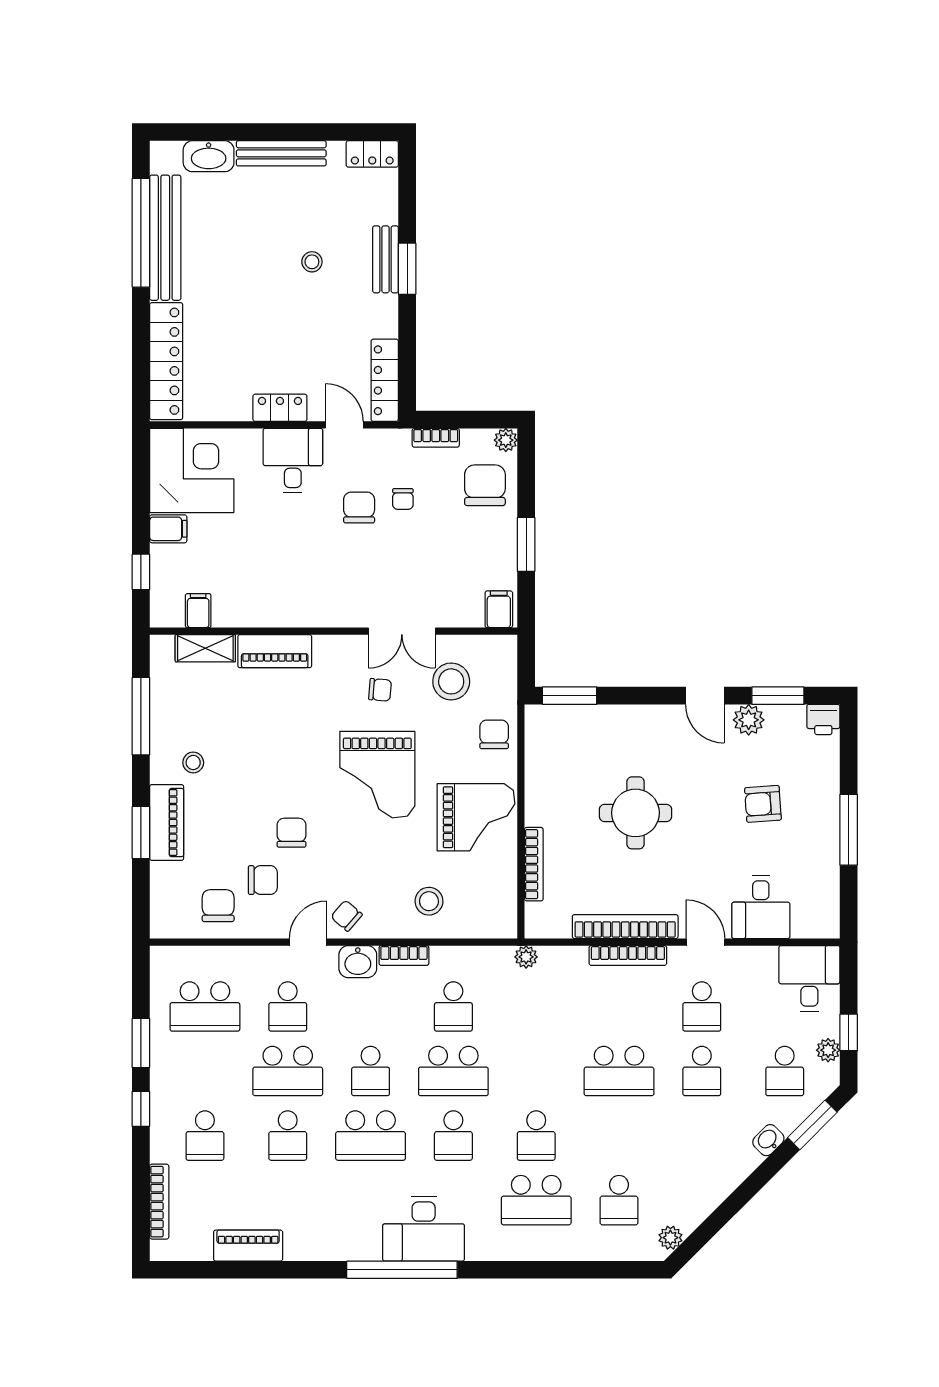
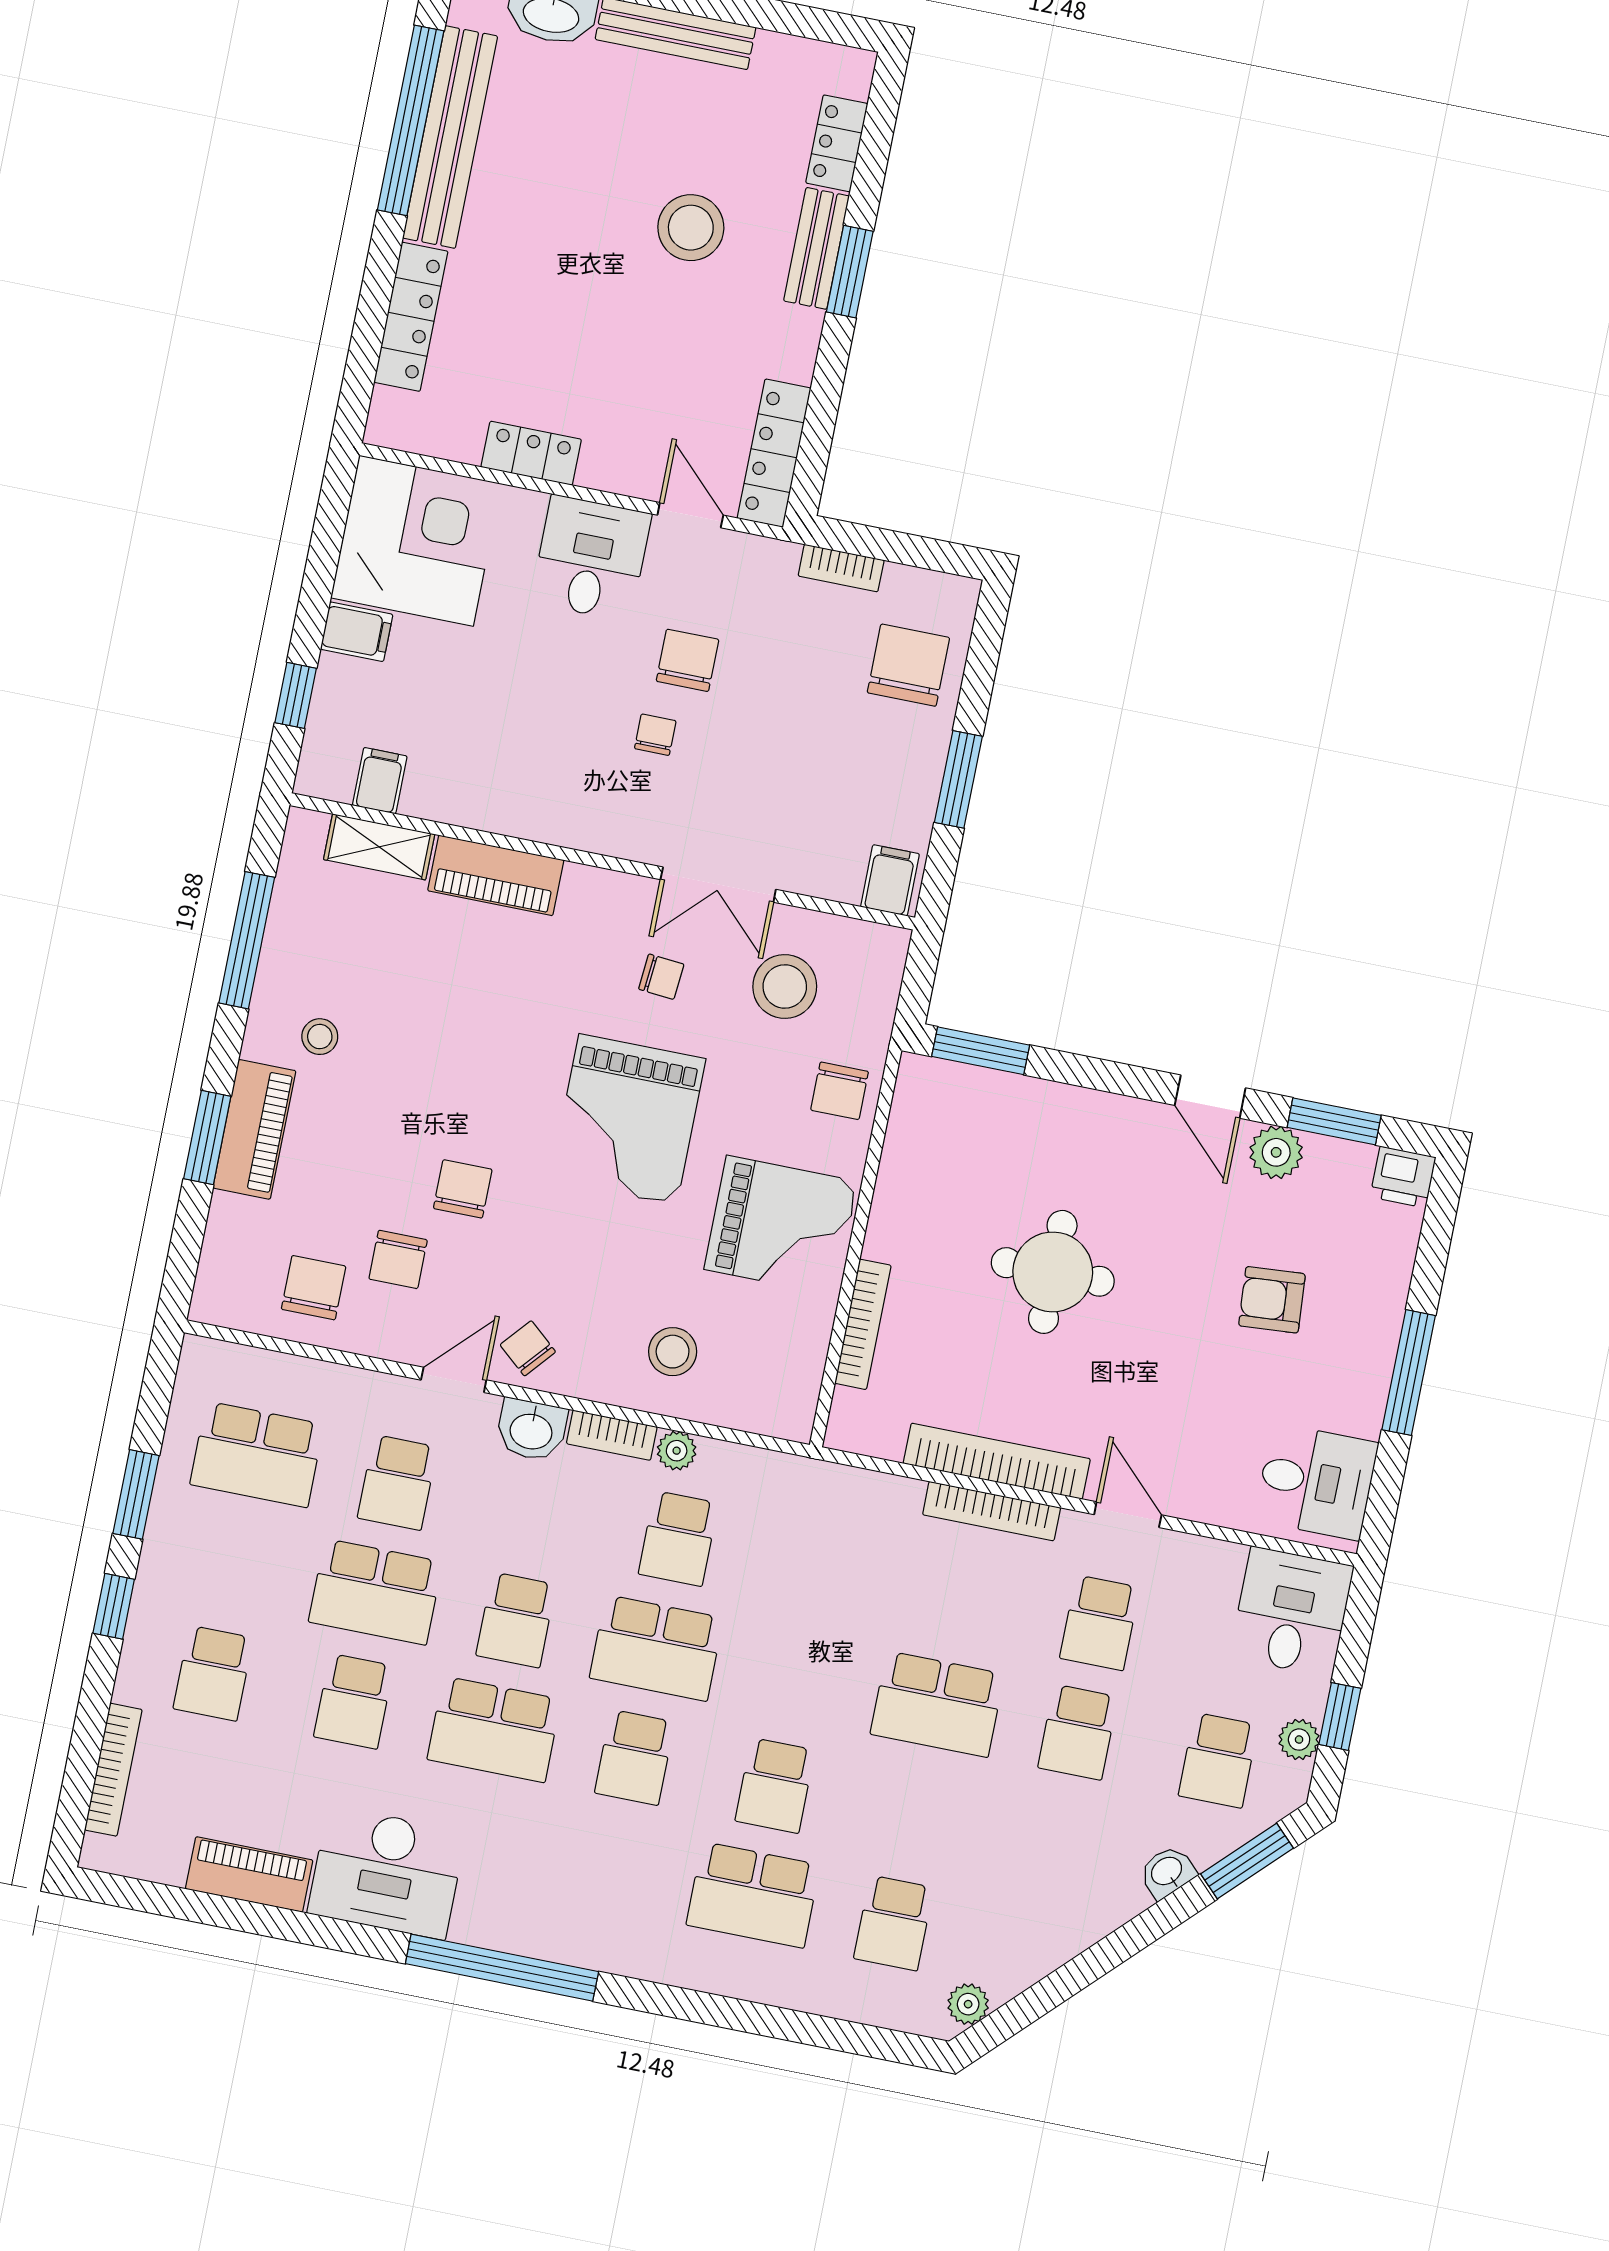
locker: (372, 154) -> (837, 143), moved, turned 90
stool: (312, 262) -> (691, 228), width x1.89, depth x1.89
locker: (166, 361) -> (411, 317), width x0.71, depth x0.83
locker: (280, 408) -> (531, 453), moved
plant: (506, 440) -> (959, 596), removed
chair: (403, 499) -> (655, 735), moved, turned 180
chair: (494, 734) -> (840, 1091), turned 180
chair: (263, 880) -> (398, 1259), turned 90
desk: (761, 907) -> (1316, 1482), moved, turned -90
plant: (526, 957) -> (677, 1451), moved
desk: (424, 1229) -> (387, 1873), moved

